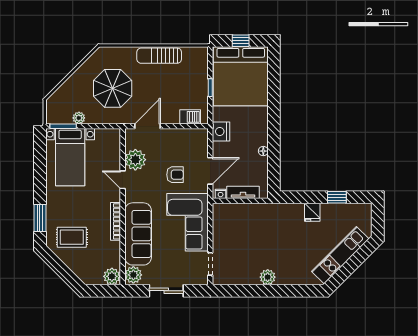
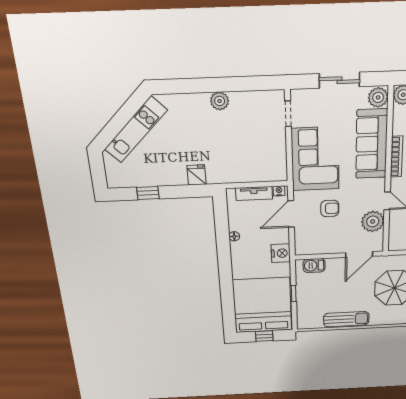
armchair: (175, 175) -> (330, 208), turned 180
fridge: (312, 212) -> (197, 175), moved

